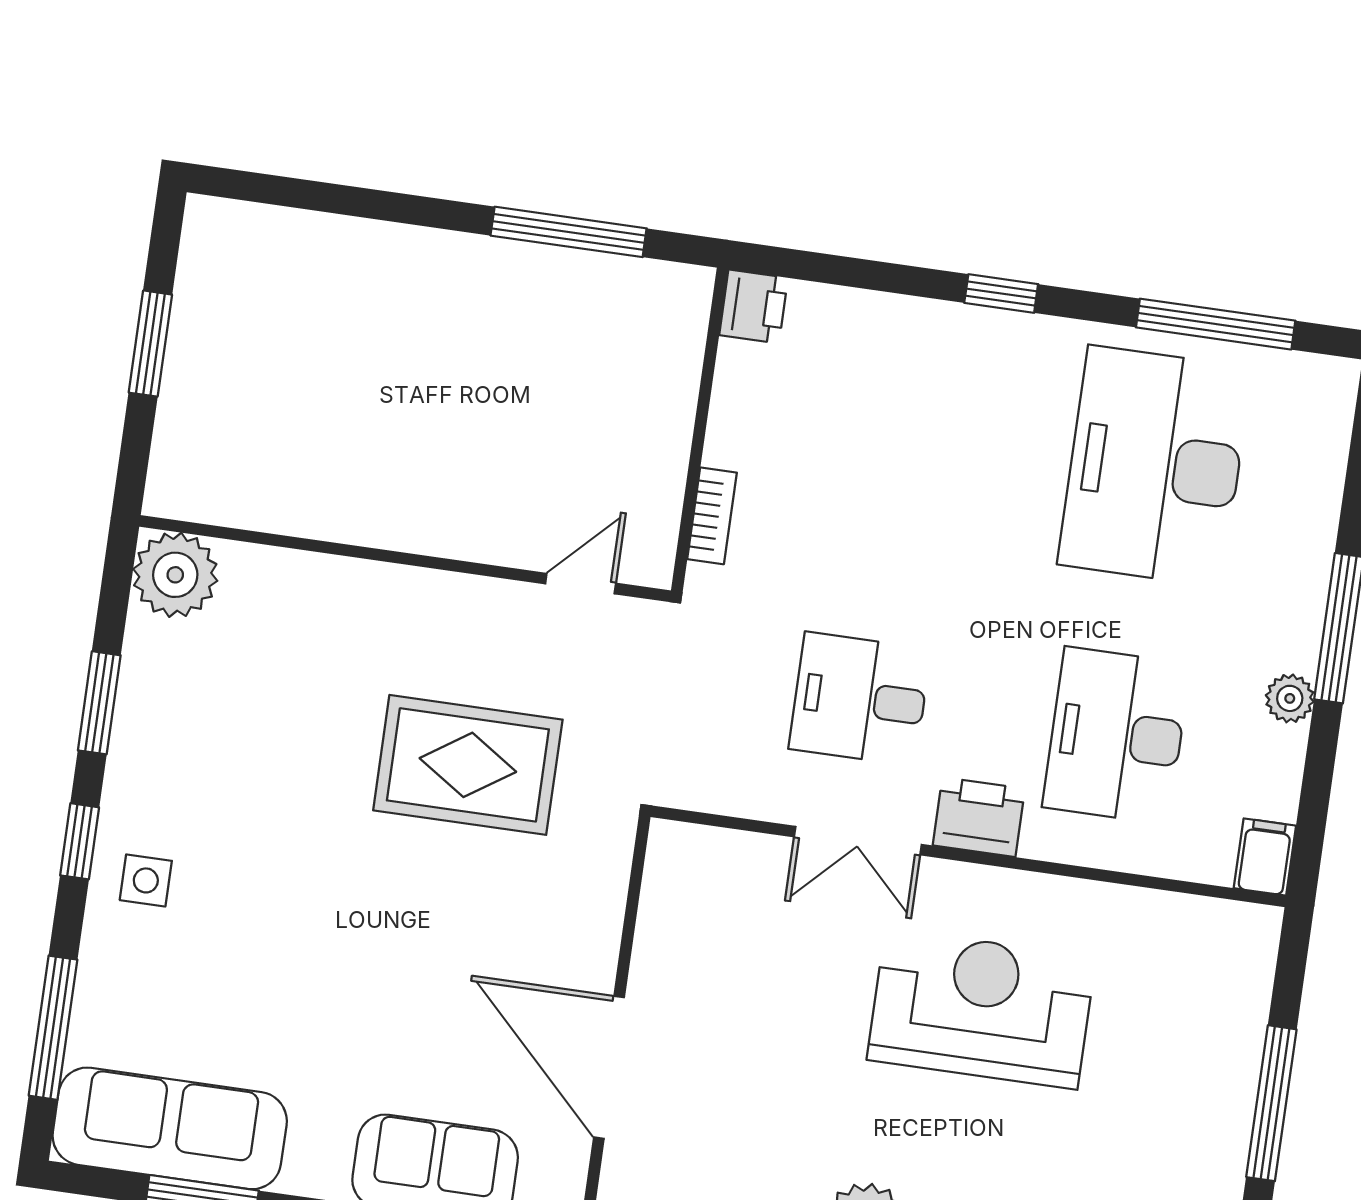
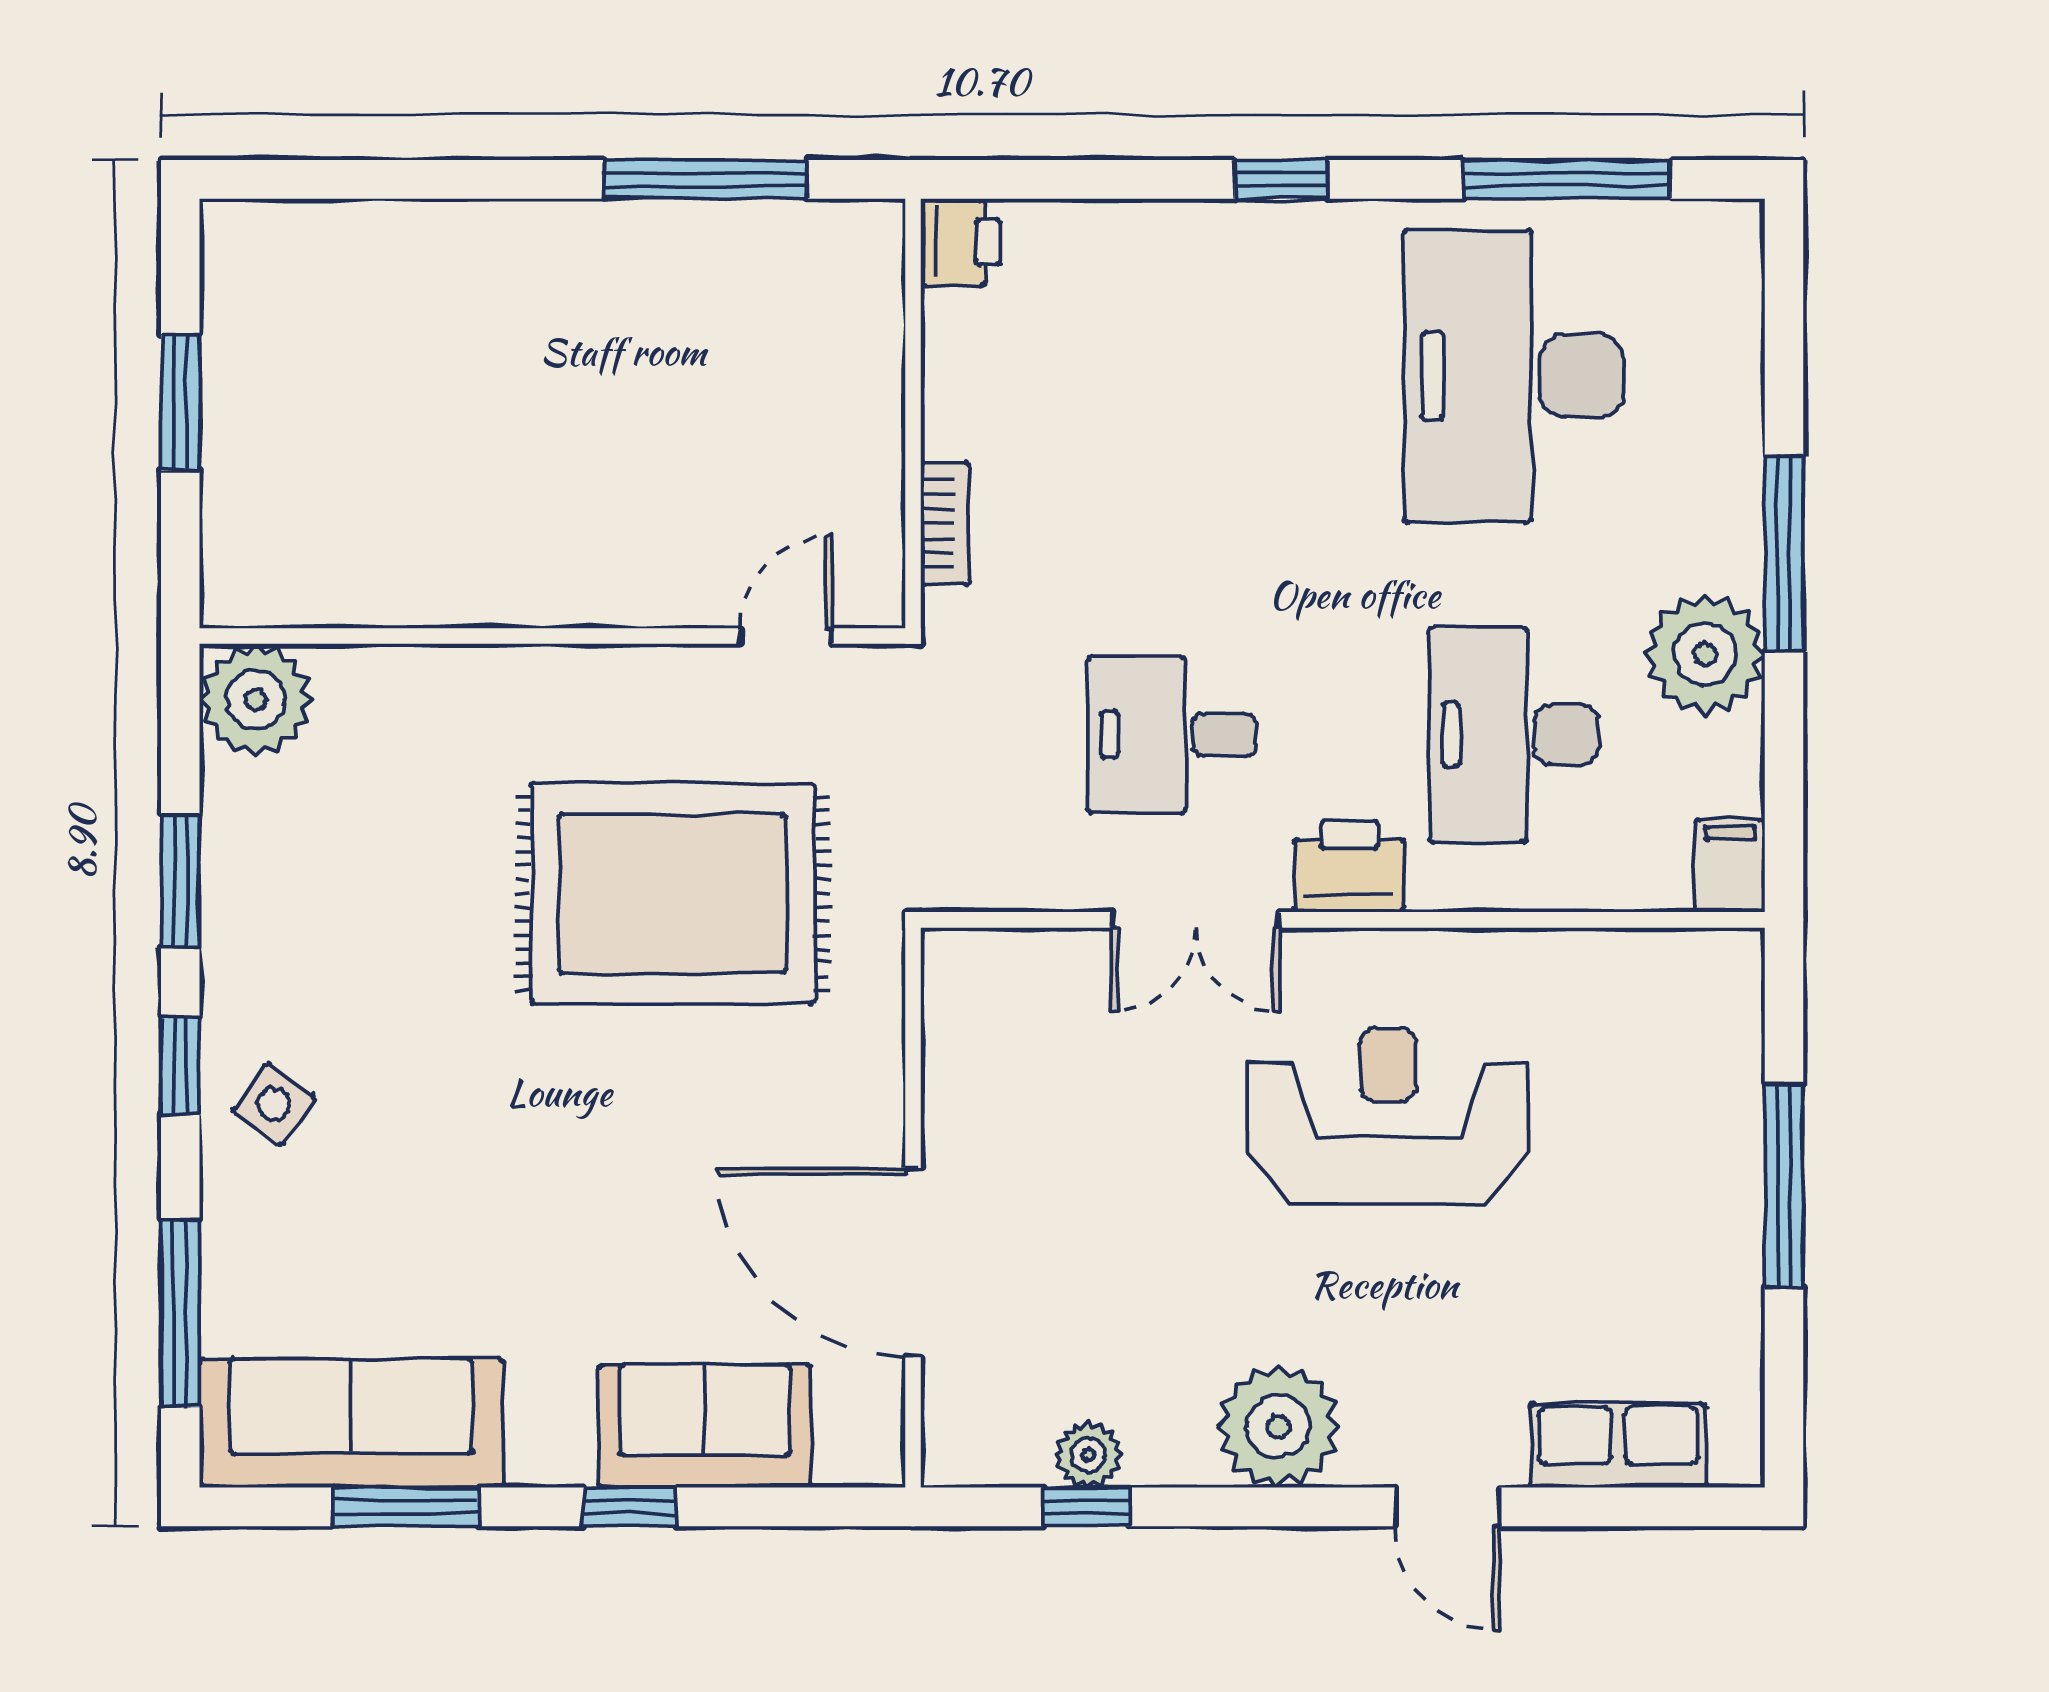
plant: (1290, 698) -> (1705, 654), width x1.88, depth x1.88
rug: (468, 765) -> (673, 894), width x1.37, depth x1.44
side table: (146, 880) -> (274, 1104), turned 35

